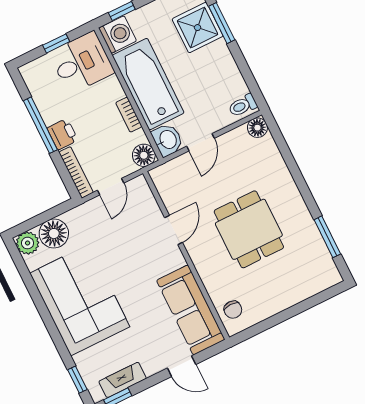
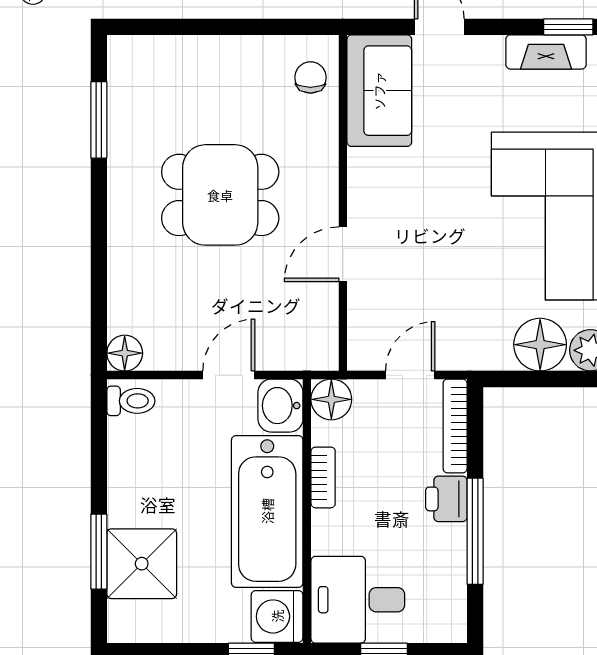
dining table: (249, 229) -> (220, 195), turned 90
sofa: (191, 310) -> (379, 91), width x0.73

